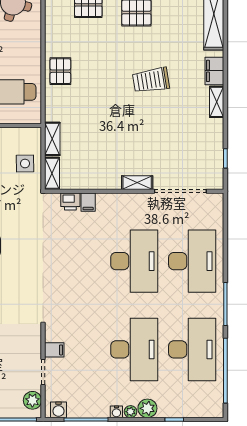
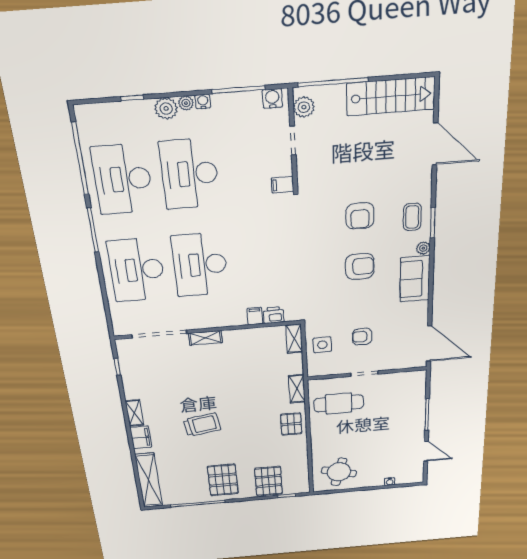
shelving: (52, 139) -> (297, 389), moved
filing cabinet: (54, 350) -> (282, 185), moved

